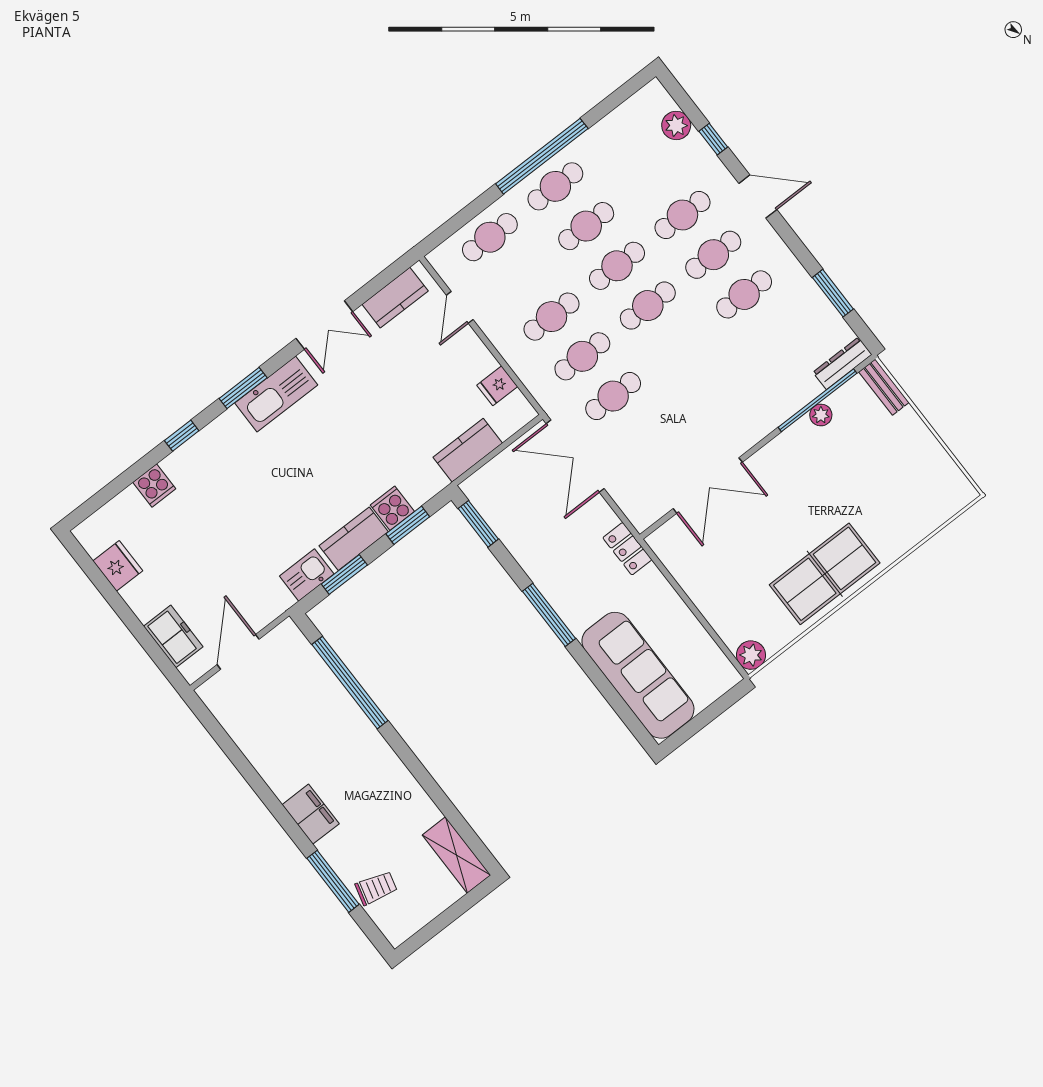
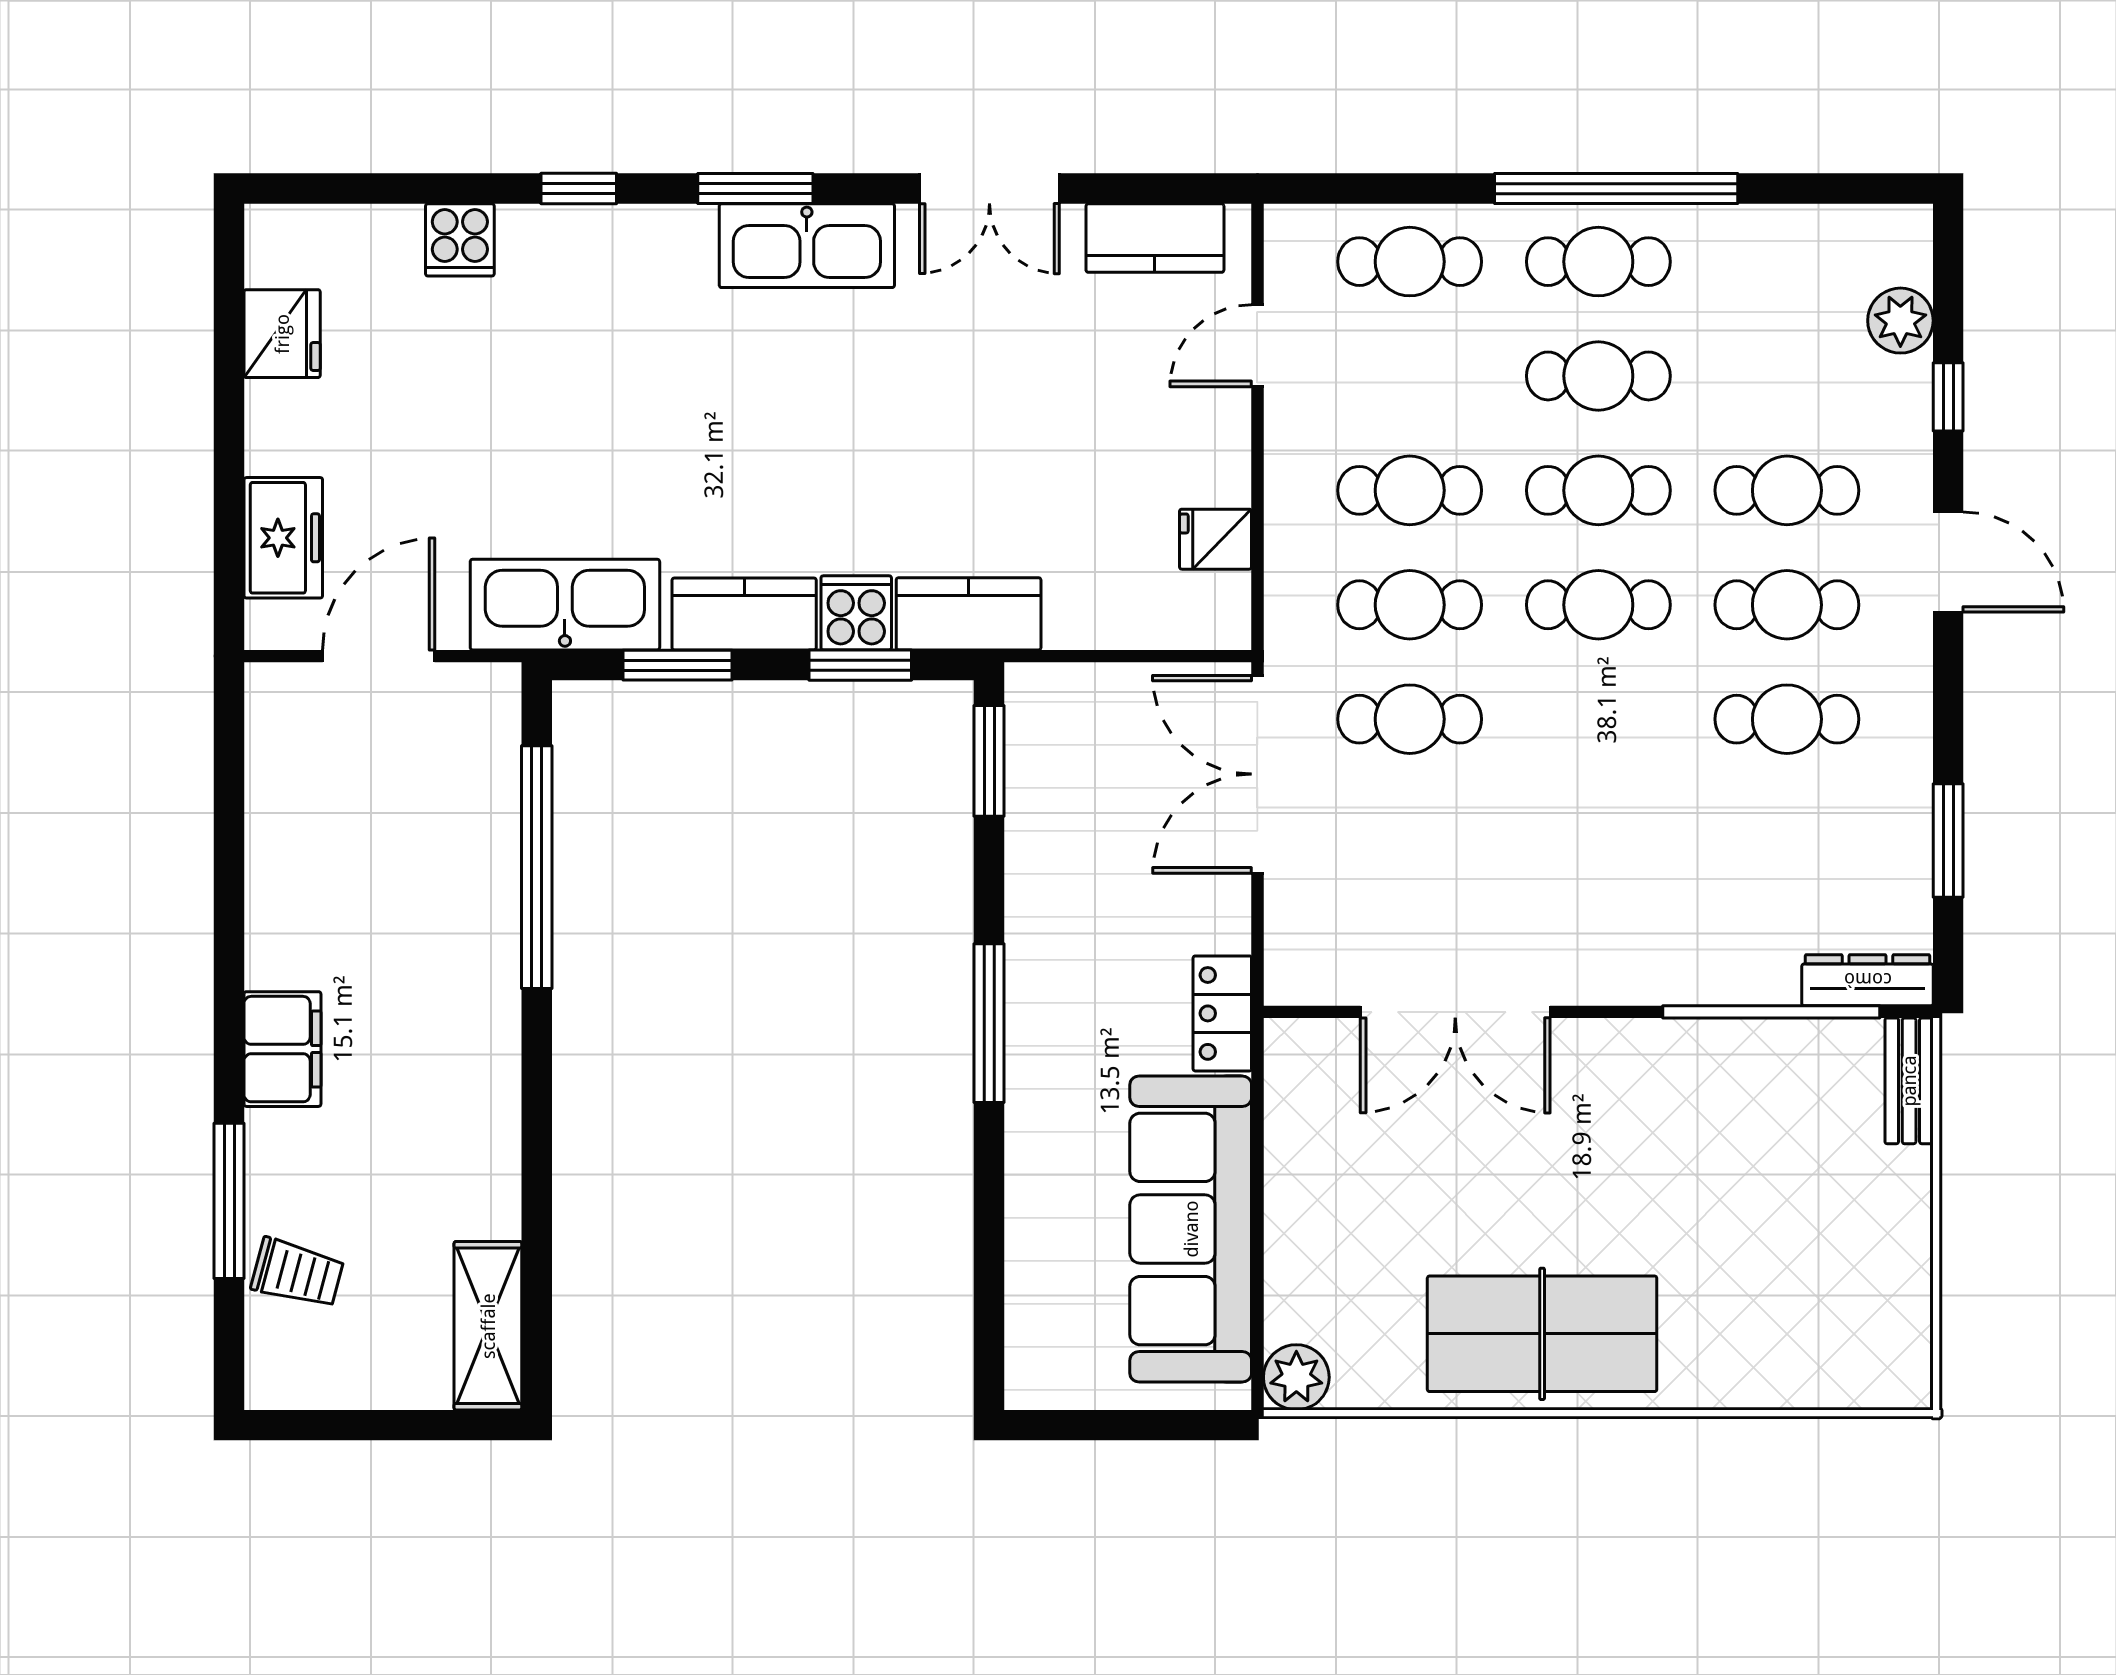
plant: (821, 415) -> (1757, 1043), removed
kitchen counter: (468, 450) -> (969, 614), moved
kitchen sink: (307, 575) -> (565, 605), width x1.88, depth x1.24
sofa: (638, 675) -> (1191, 1229), moved, turned 180

